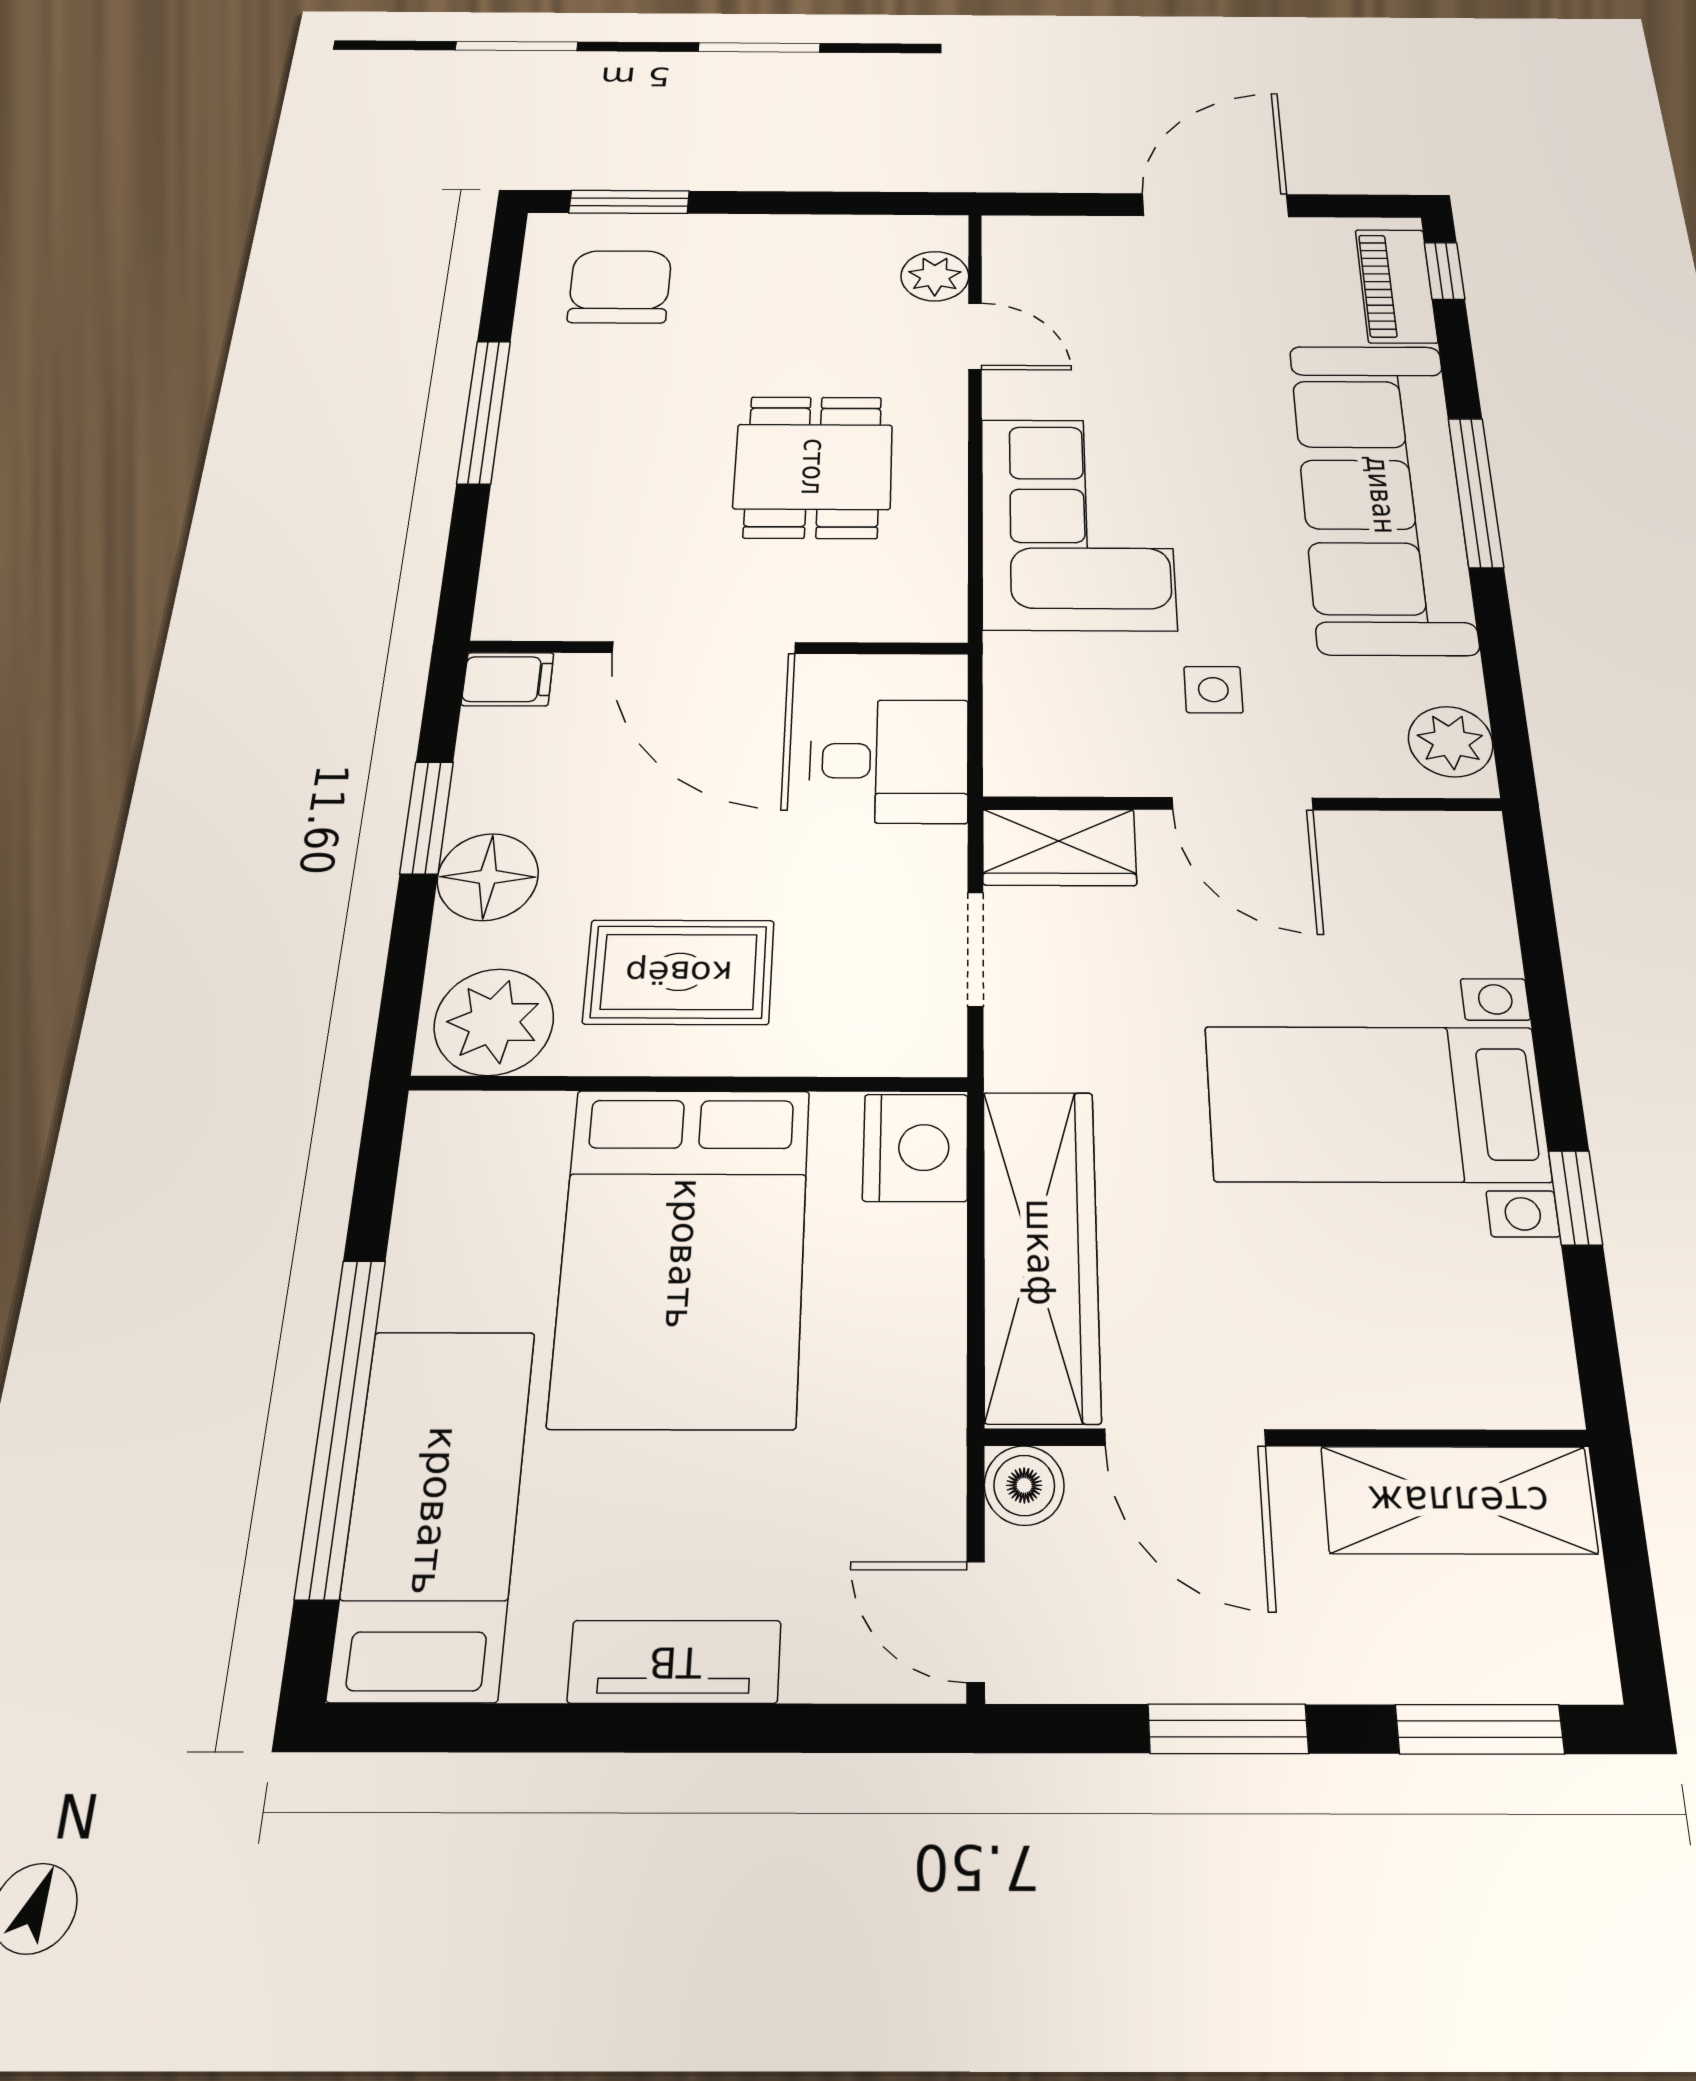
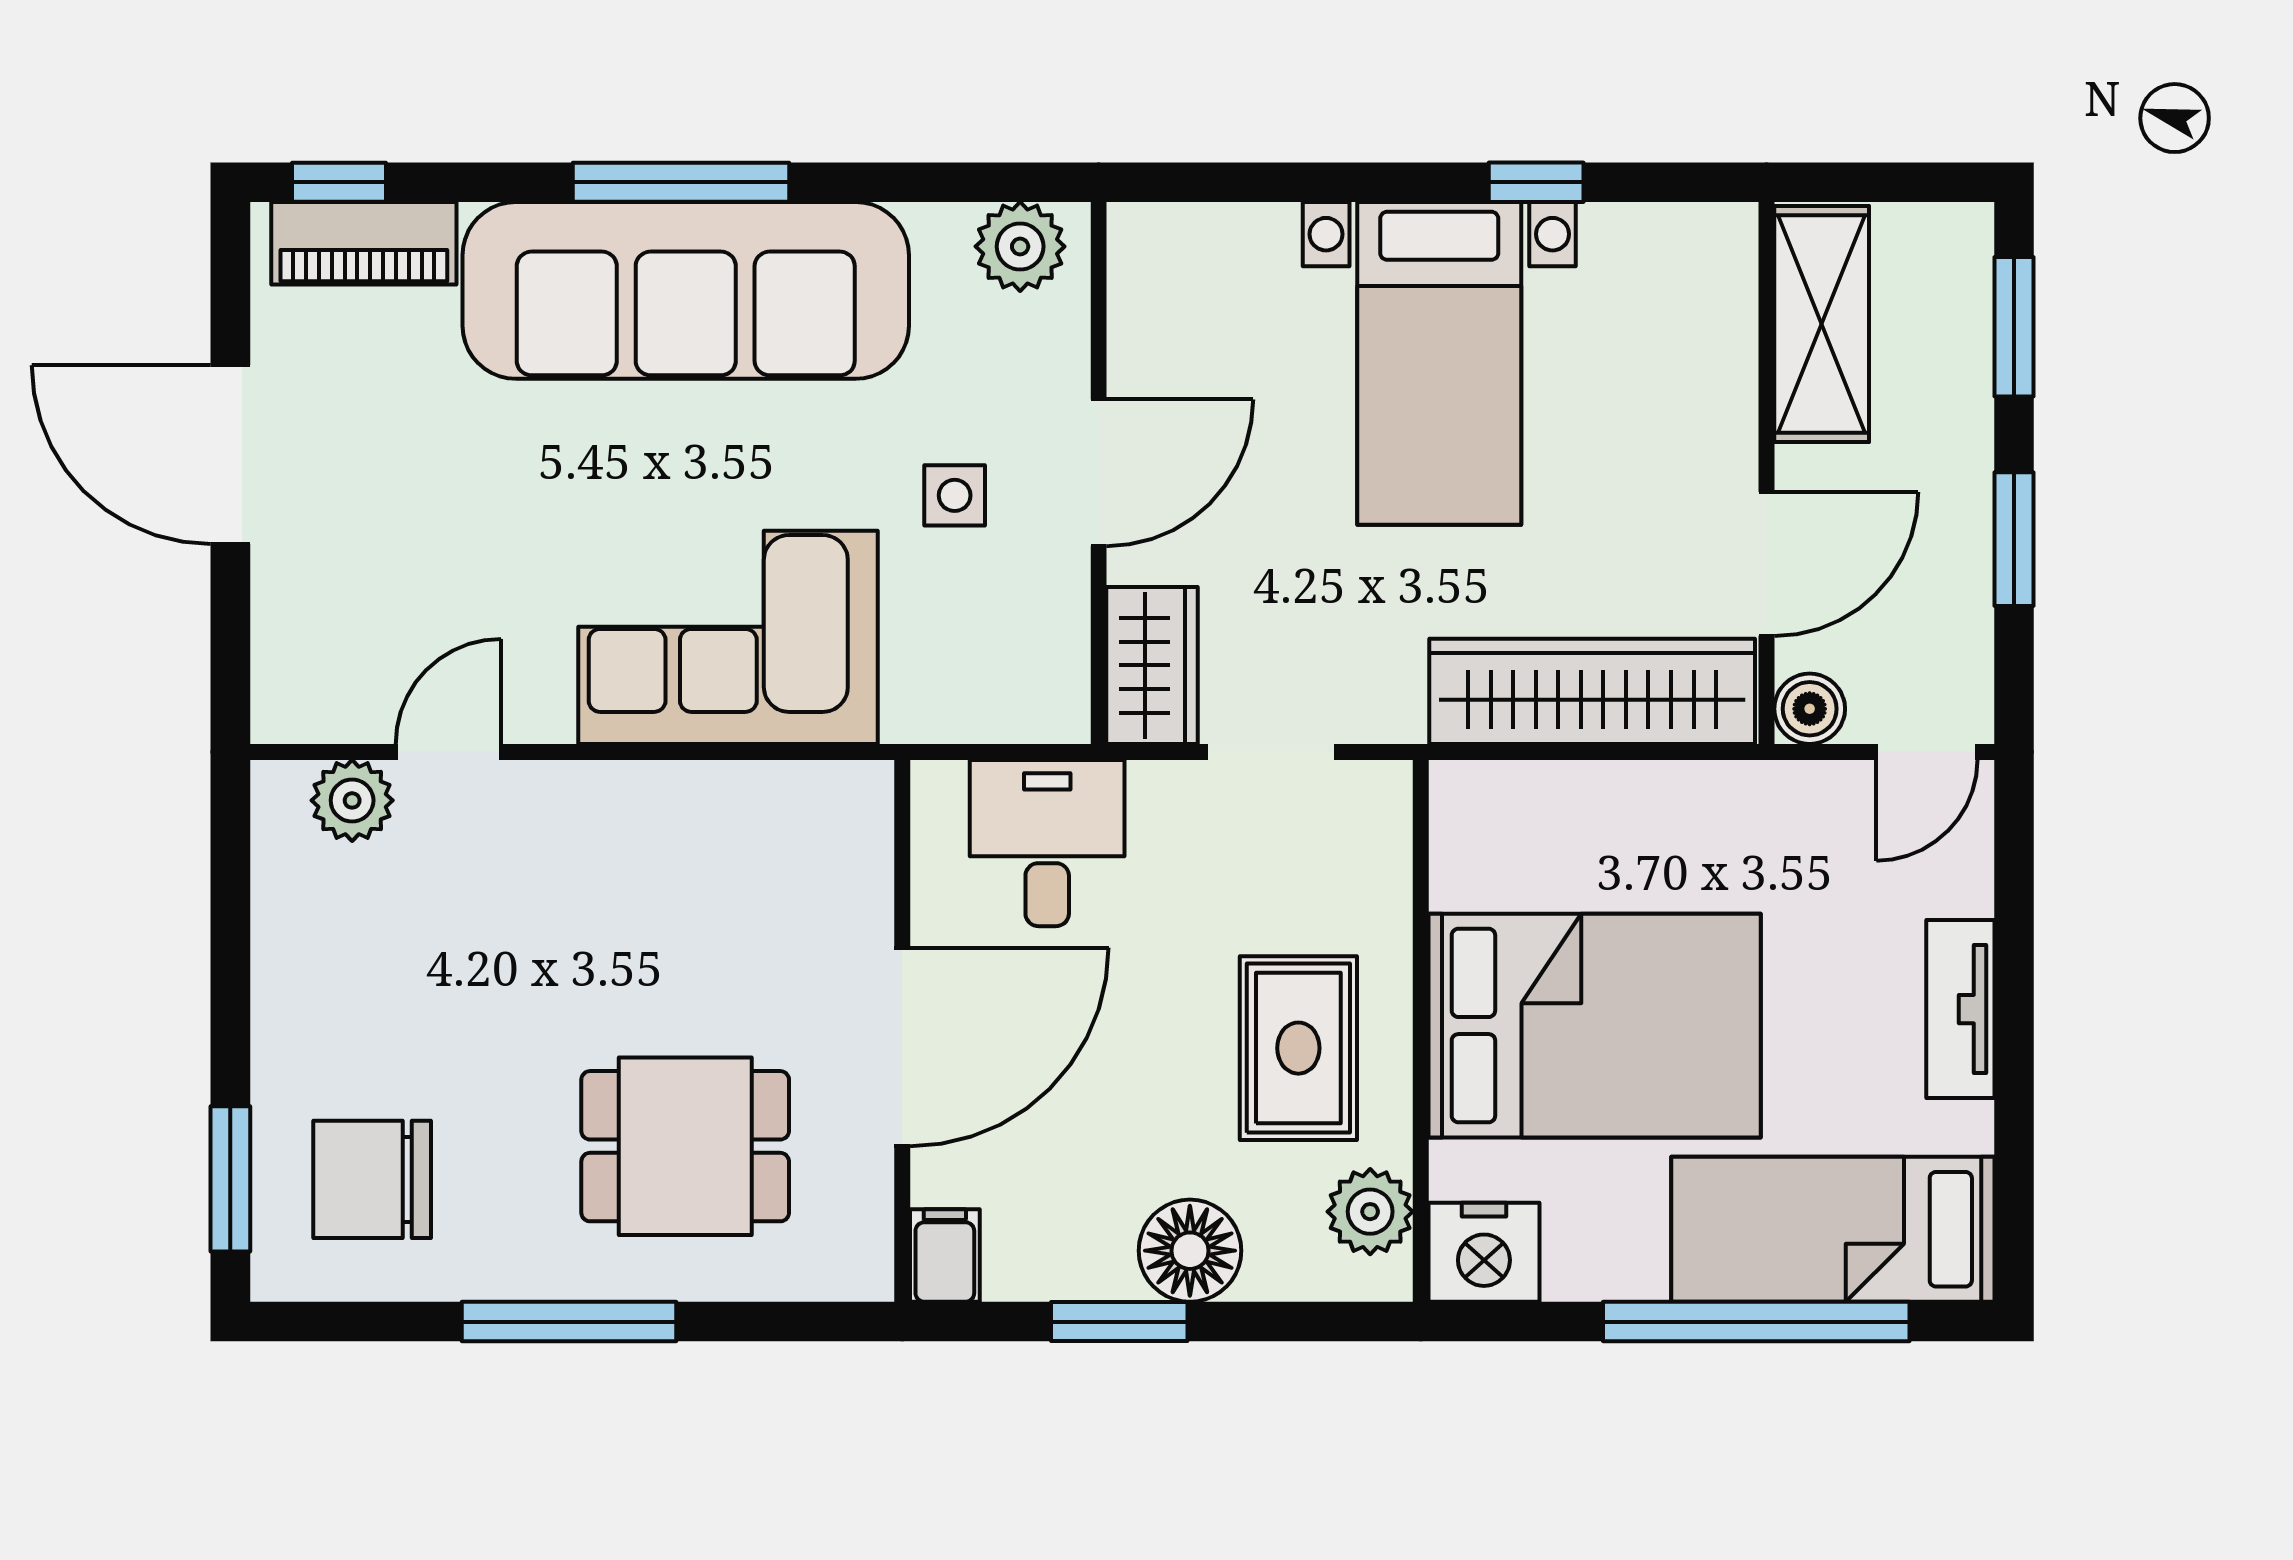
dining table: (813, 467) -> (685, 1146), moved
plant: (494, 1022) -> (1370, 1212), width x0.73, depth x0.73
nightstand: (915, 1147) -> (1484, 1252), moved, turned 180

